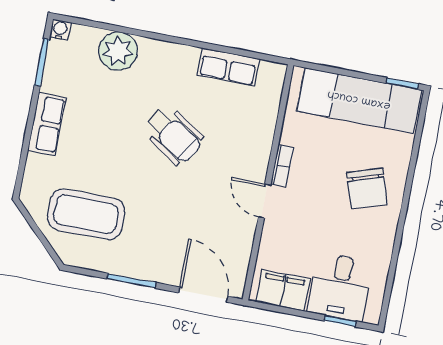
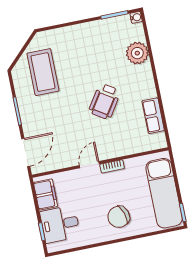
row of seats: (47, 124) -> (83, 31), removed

